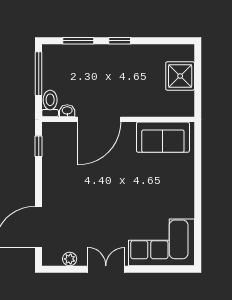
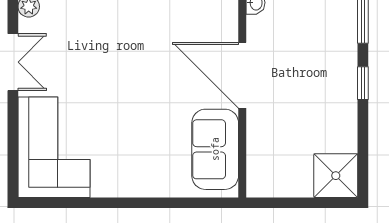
shower: (180, 76) -> (336, 176), moved
door: (99, 119) -> (242, 75), moved

